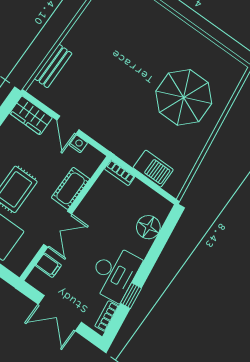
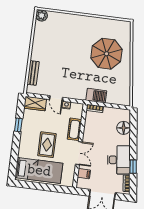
barbecue: (153, 169) -> (96, 96), moved

